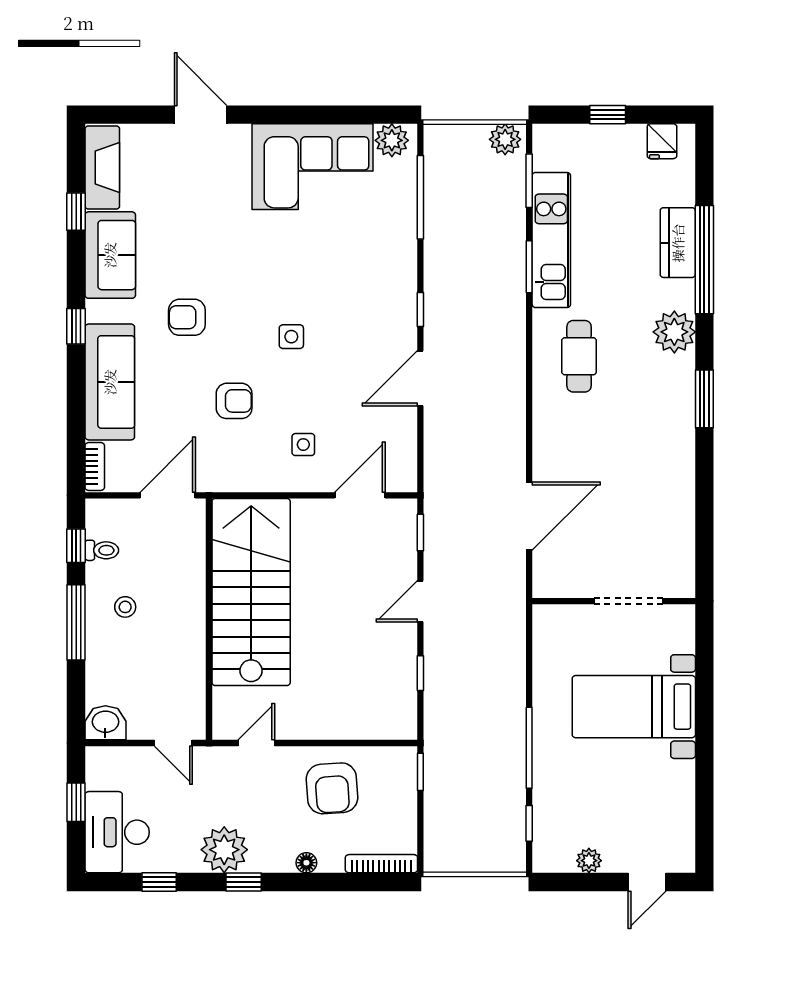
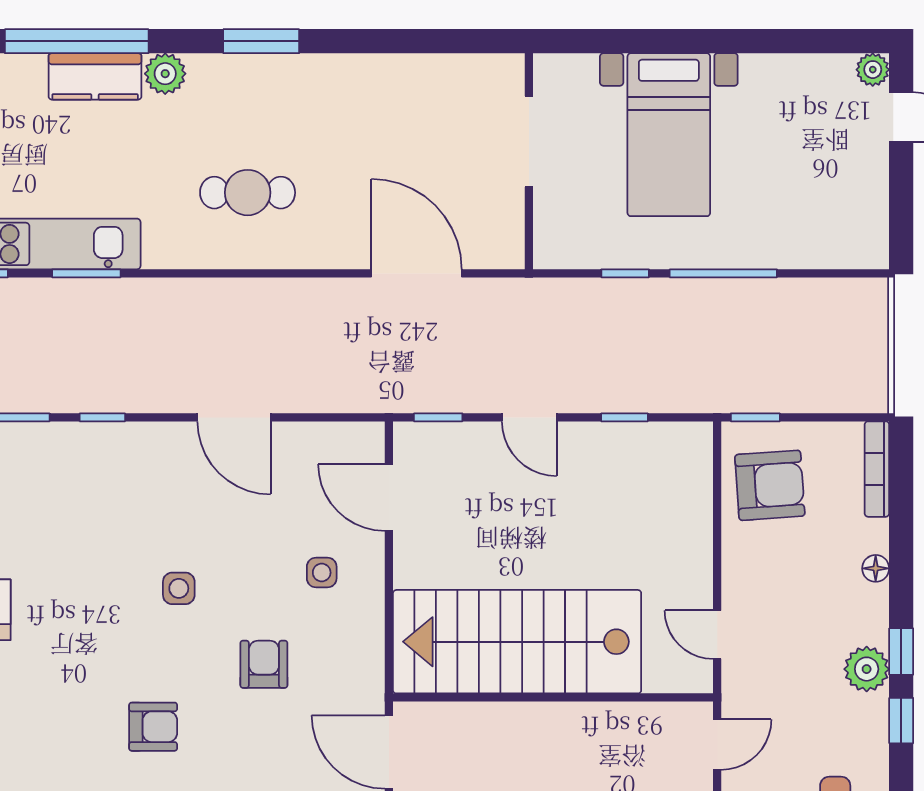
kitchen counter: (678, 243) -> (95, 76), moved
window: (420, 309) -> (102, 417), moved
armchair: (187, 317) -> (153, 727), turned -90
plant: (674, 332) -> (165, 74), width x0.73, depth x0.73
cafe table: (579, 356) -> (248, 193), moved
armchair: (332, 788) -> (770, 485), moved
window: (529, 823) -> (625, 273), moved
plant: (224, 850) -> (867, 669), width x0.73, depth x0.73
plant: (589, 861) -> (873, 70), moved
window: (159, 882) -> (901, 721), moved

